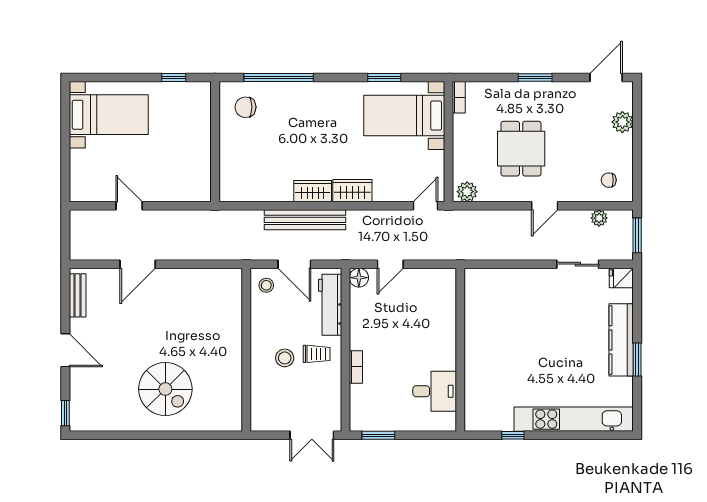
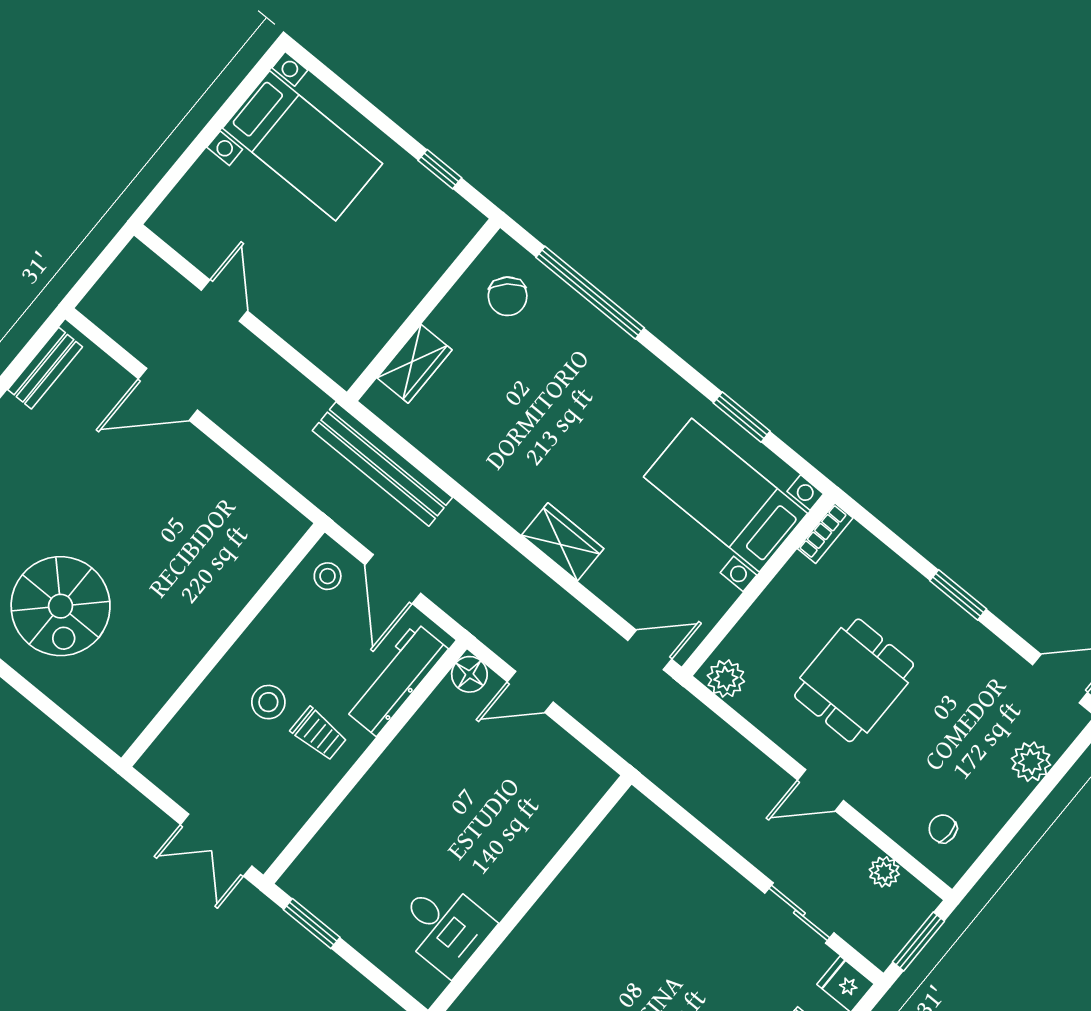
chair: (246, 107) -> (508, 296), turned -132
wardrobe: (313, 191) -> (415, 364), moved, turned 90
bench: (305, 220) -> (382, 464), moved
bookcase: (356, 367) -> (360, 799), removed

